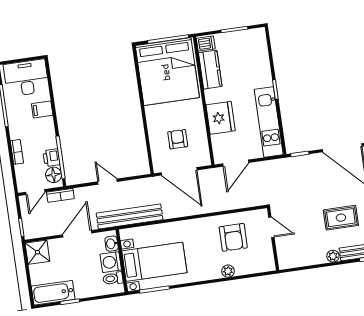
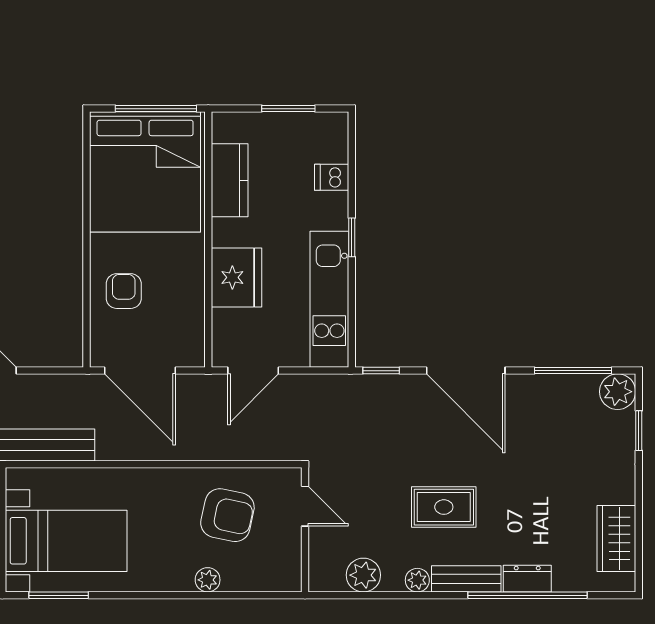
dishwasher: (206, 44) -> (332, 177), moved, turned 180
armchair: (178, 139) -> (124, 291), moved
armchair: (233, 237) -> (227, 515), turned -78
plant: (306, 257) -> (363, 575), added

